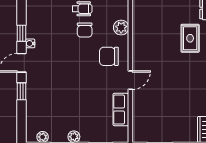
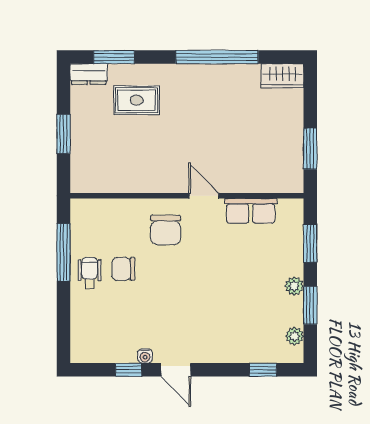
plant: (121, 28) -> (120, 210), removed
chair: (85, 30) -> (123, 269), turned 180
window: (22, 91) -> (263, 370), moved

